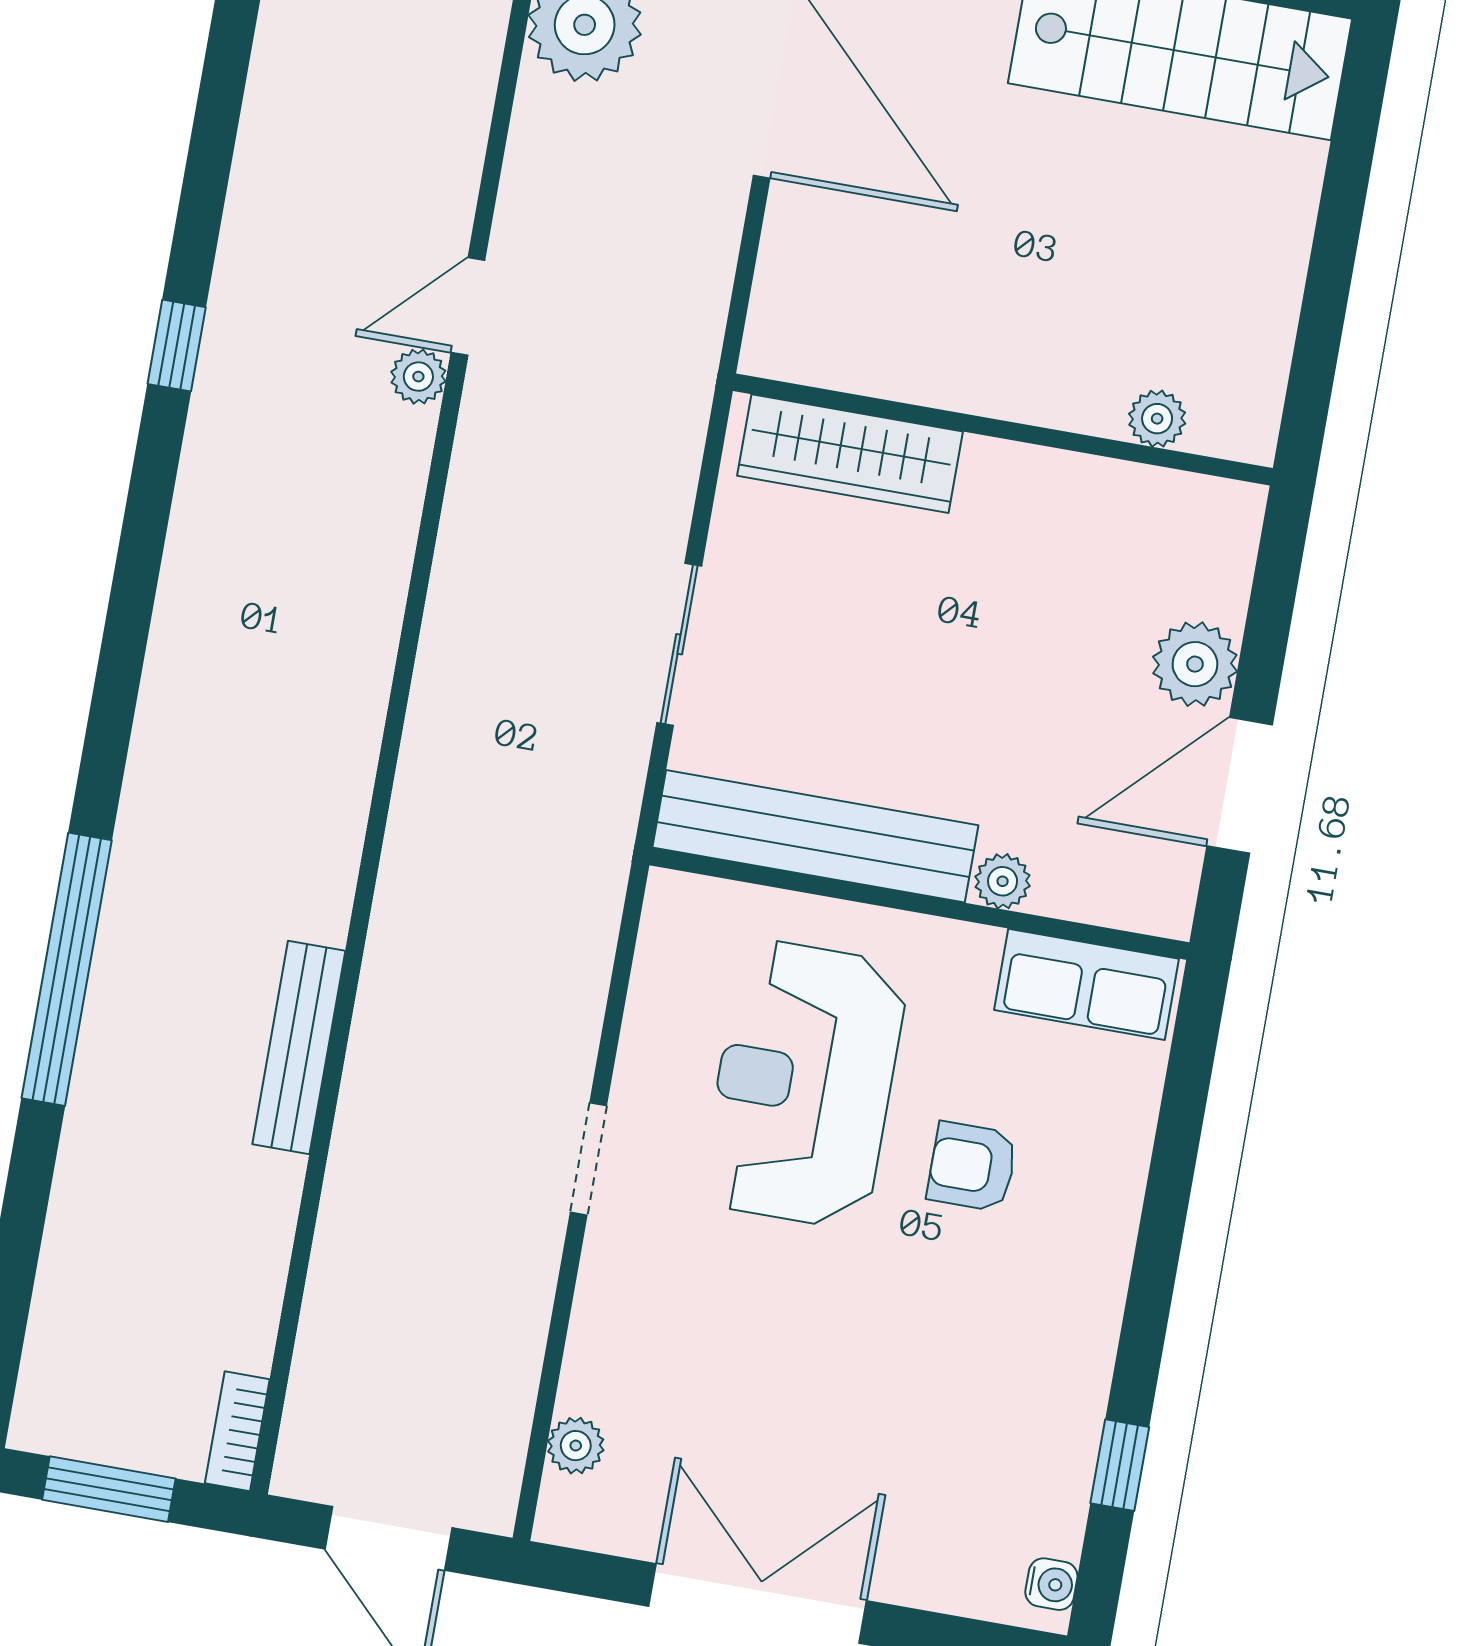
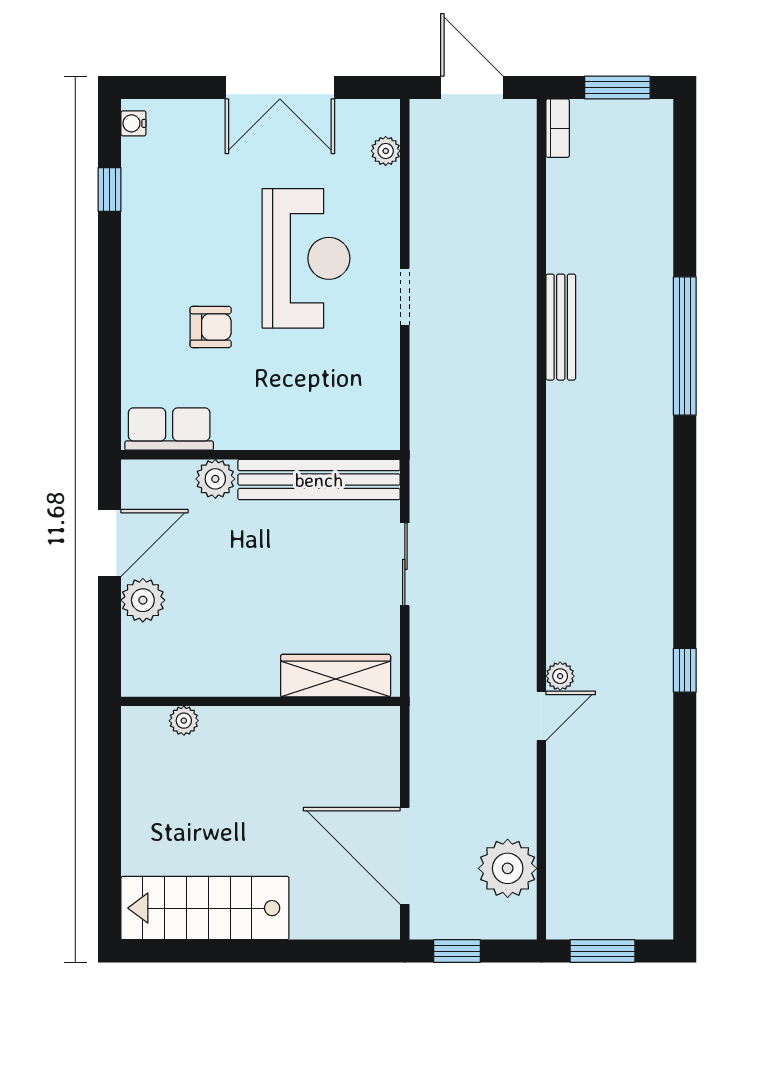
plant: (1003, 881) -> (215, 479), width x1.38, depth x1.38
reception desk: (804, 1084) -> (306, 258), moved

